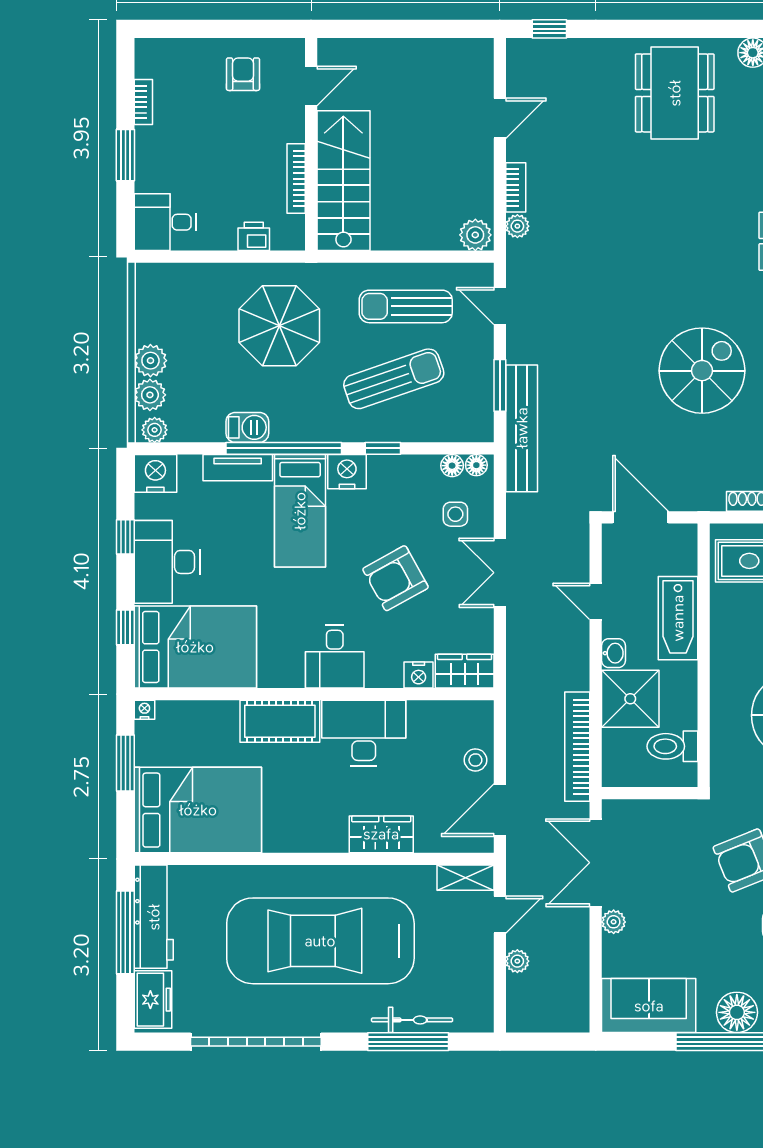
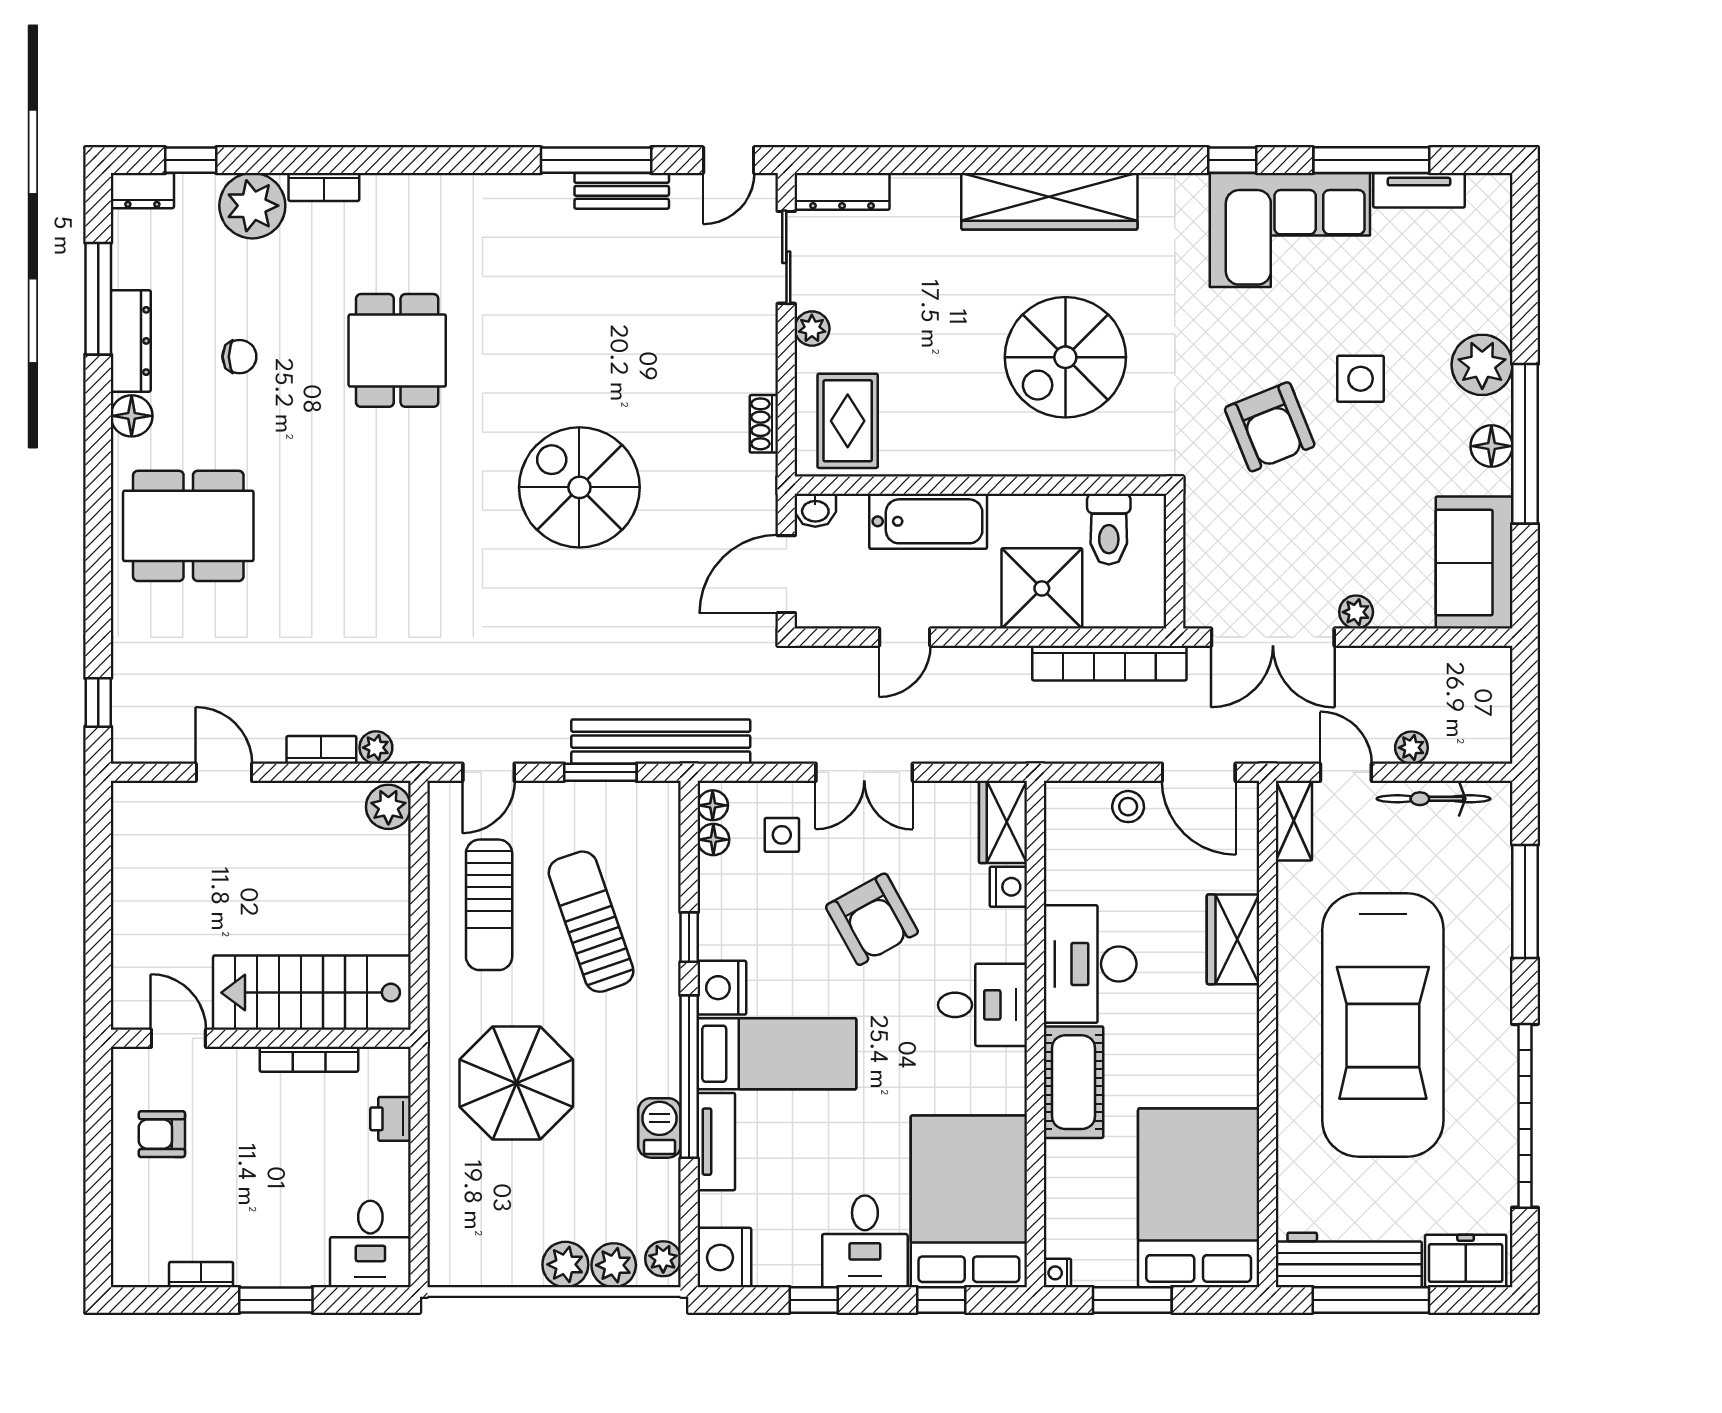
desk: (167, 562) -> (865, 1241), width x0.73
washbasin: (613, 653) -> (815, 510), moved, turned 180
floor lamp: (737, 1012) -> (1491, 446), width x0.73, depth x0.73
bicycle: (412, 1020) -> (1434, 799), moved, turned -90

